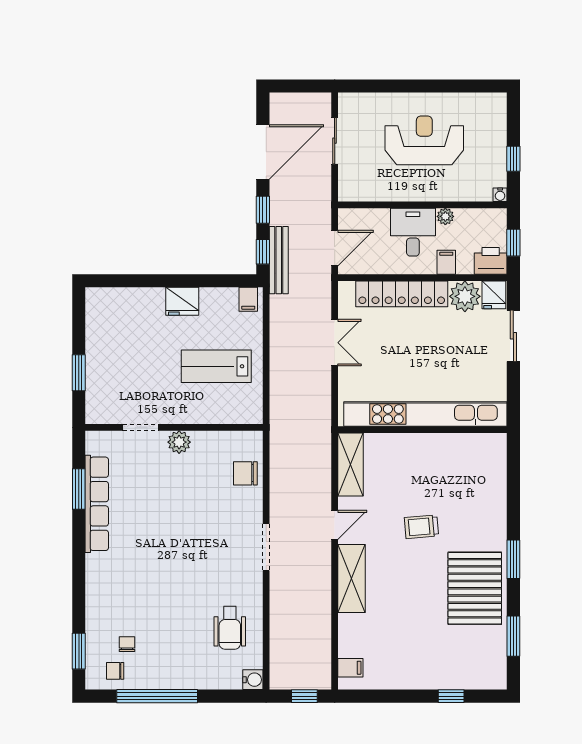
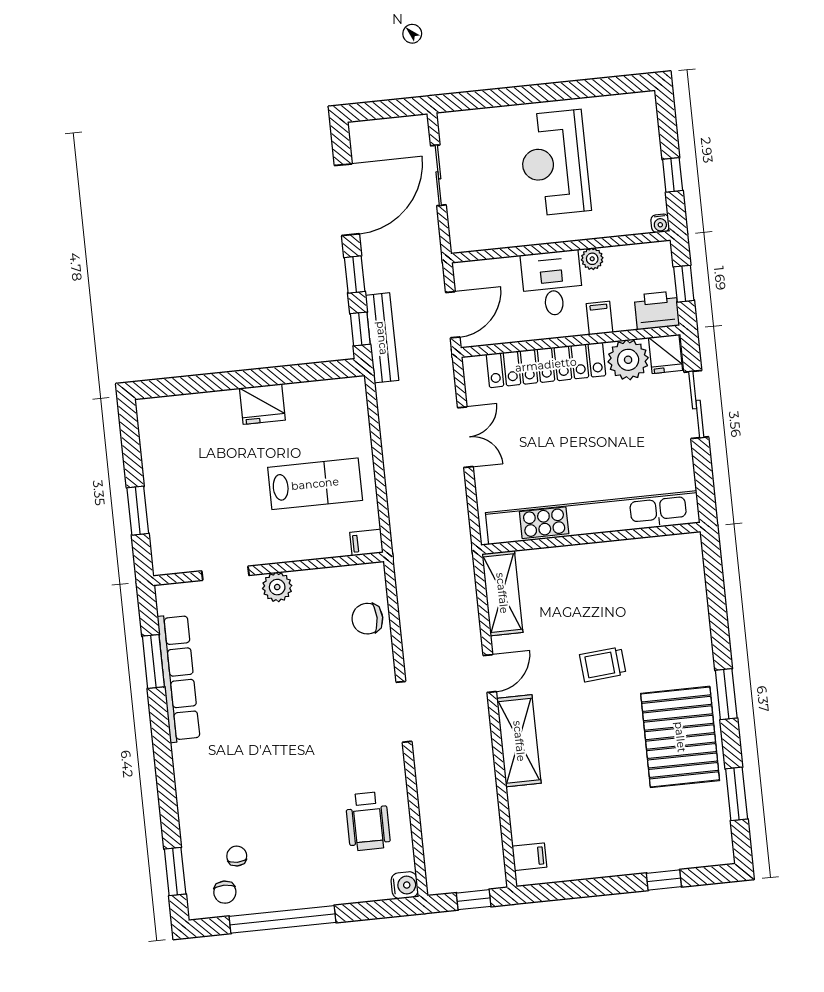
reception desk: (424, 140) -> (555, 163), turned -90
filing cabinet: (248, 299) -> (367, 543), moved, turned 90
lab bench: (216, 366) -> (315, 484), turned 180
chair: (115, 671) -> (225, 892), turned -90

